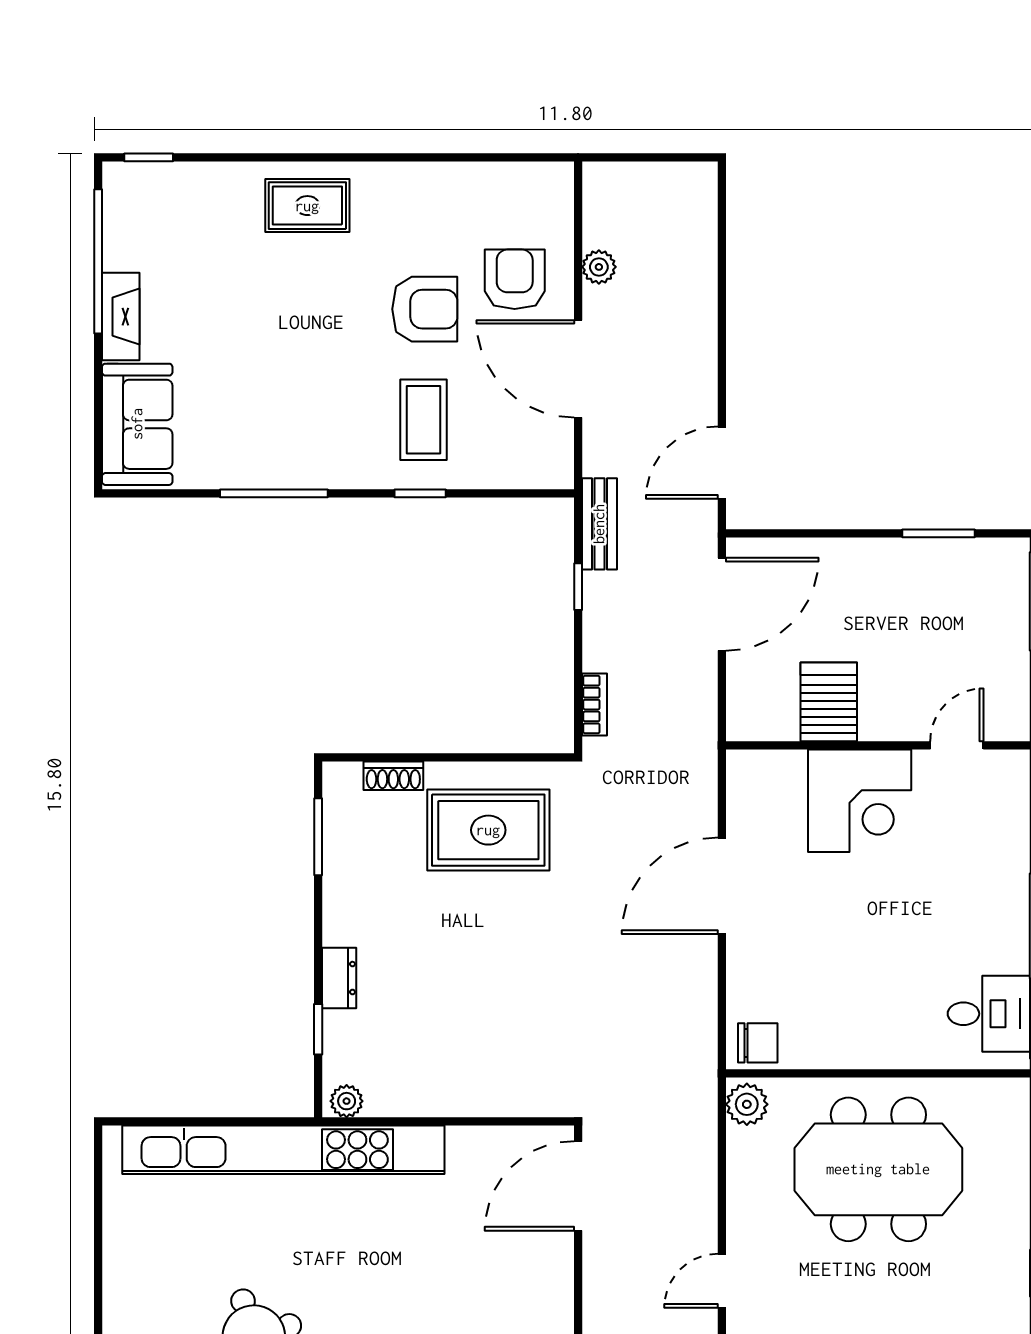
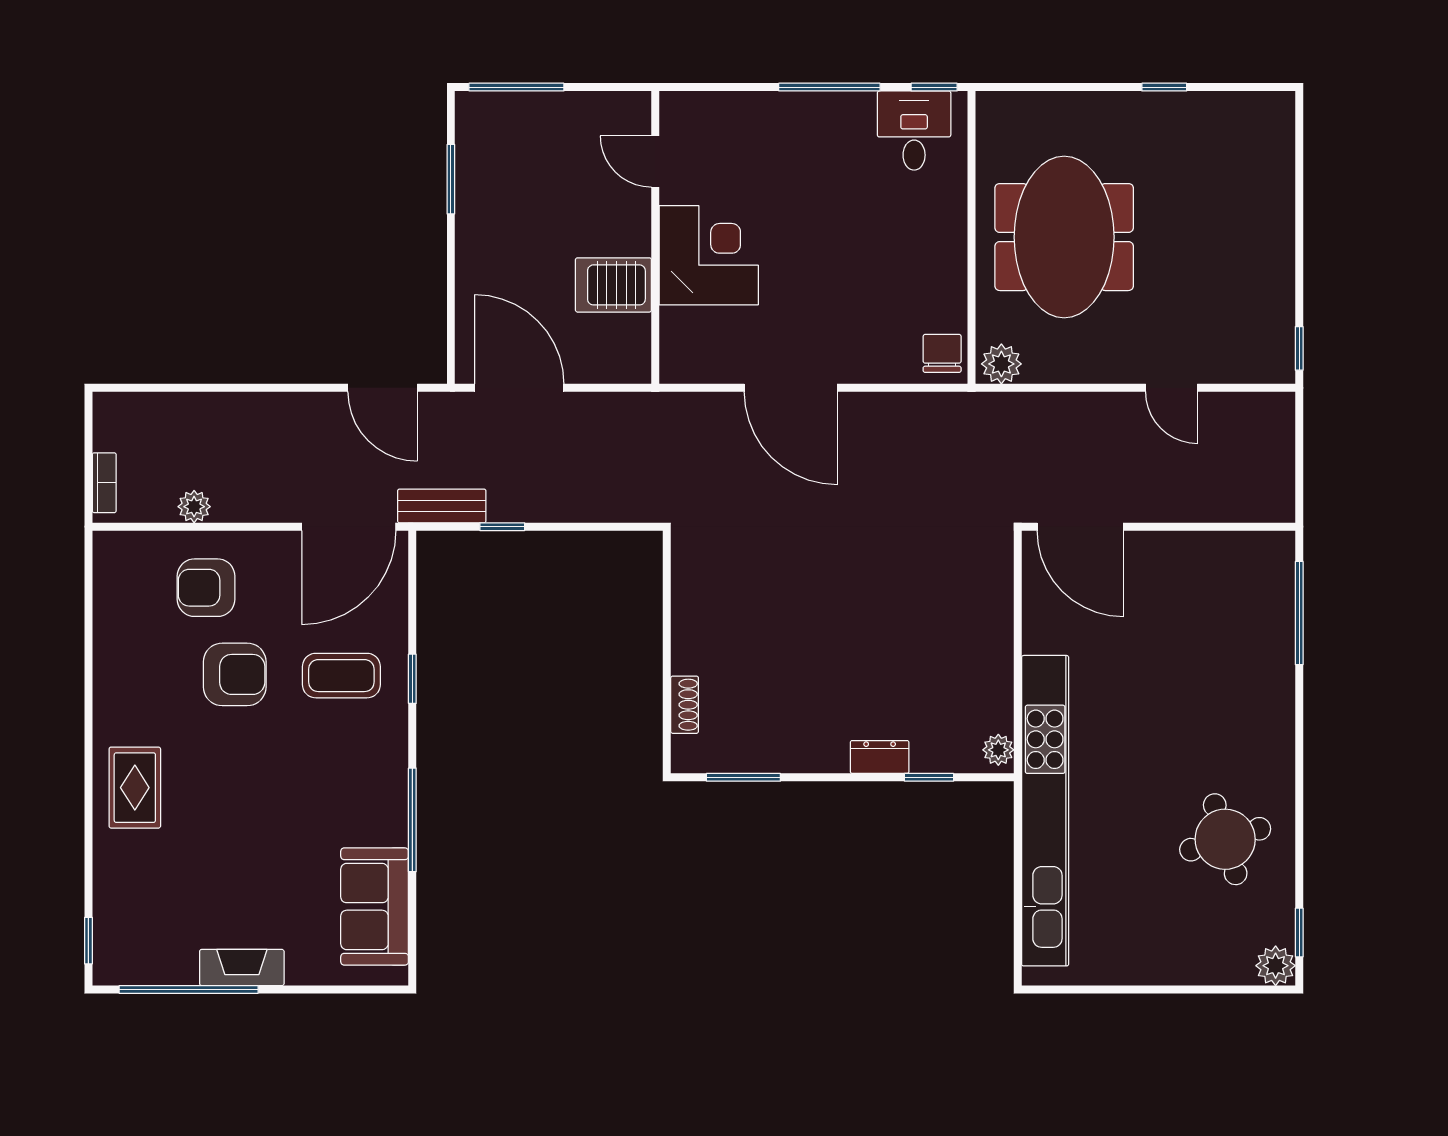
armchair: (425, 309) -> (235, 674), turned 90
door: (578, 369) -> (349, 527), moved
sofa: (137, 424) -> (375, 906), moved, turned -90
bookcase: (594, 705) -> (104, 483), moved, turned 90
rug: (488, 830) -> (737, 613), removed

